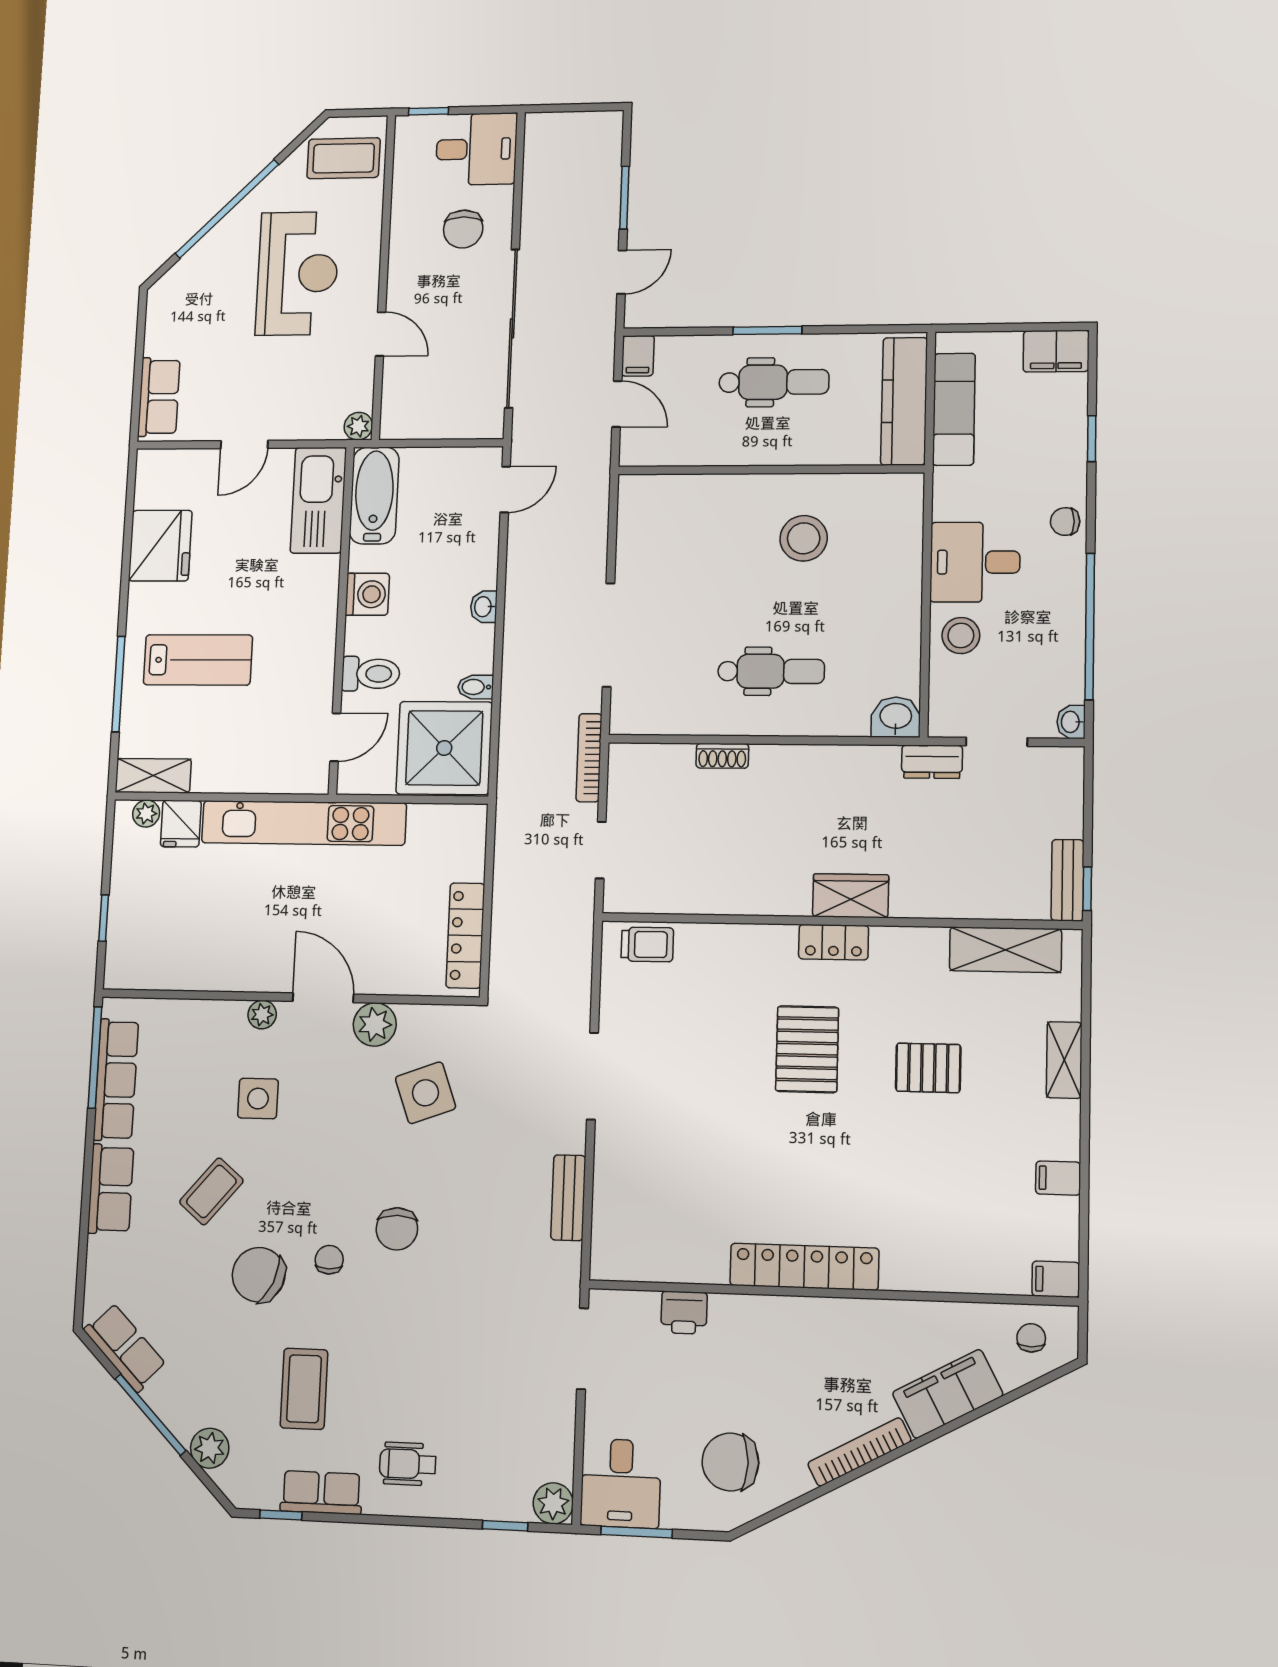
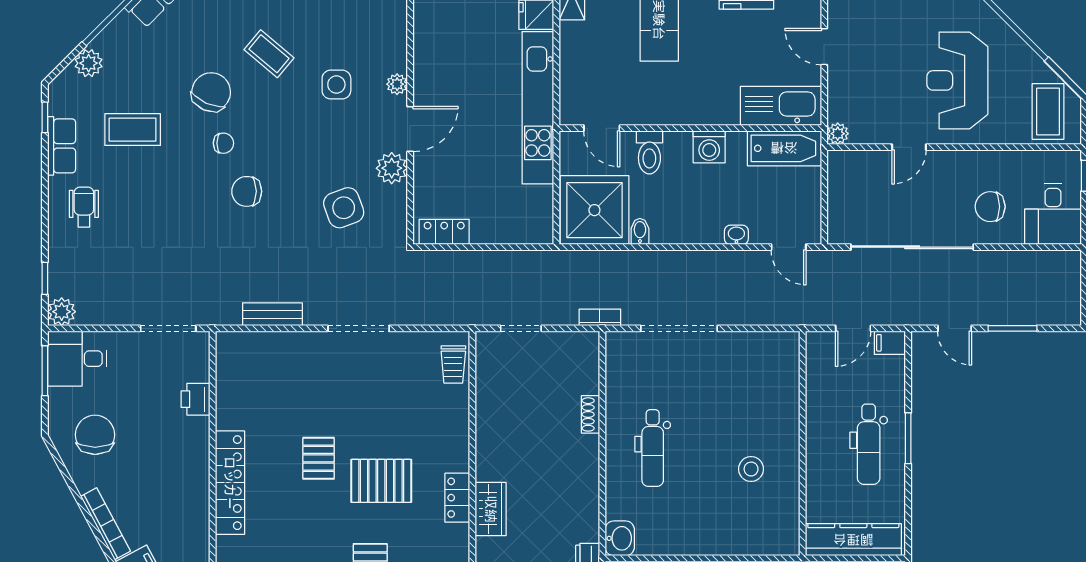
reception desk: (297, 273) -> (957, 80), turned 90
stool: (804, 538) -> (751, 469), width x0.73, depth x0.73
washbasin: (484, 607) -> (736, 235), moved
bookcase: (589, 758) -> (600, 317), width x0.64
locker: (465, 936) -> (444, 232), width x0.66
pallet: (773, 1138) -> (319, 458), added

